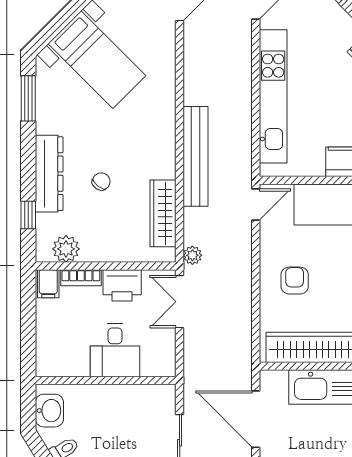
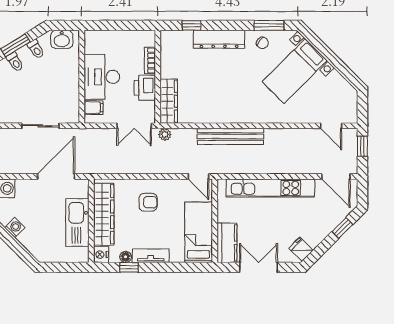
chair: (101, 182) -> (262, 43), moved
wardrobe: (163, 213) -> (169, 101), moved, turned 90
plant: (66, 249) -> (169, 50), removed
filing cabinet: (48, 284) -> (94, 108), moved, turned 180
double door: (180, 302) -> (134, 126), swing flipped
desk: (115, 350) -> (102, 77), width x1.37

